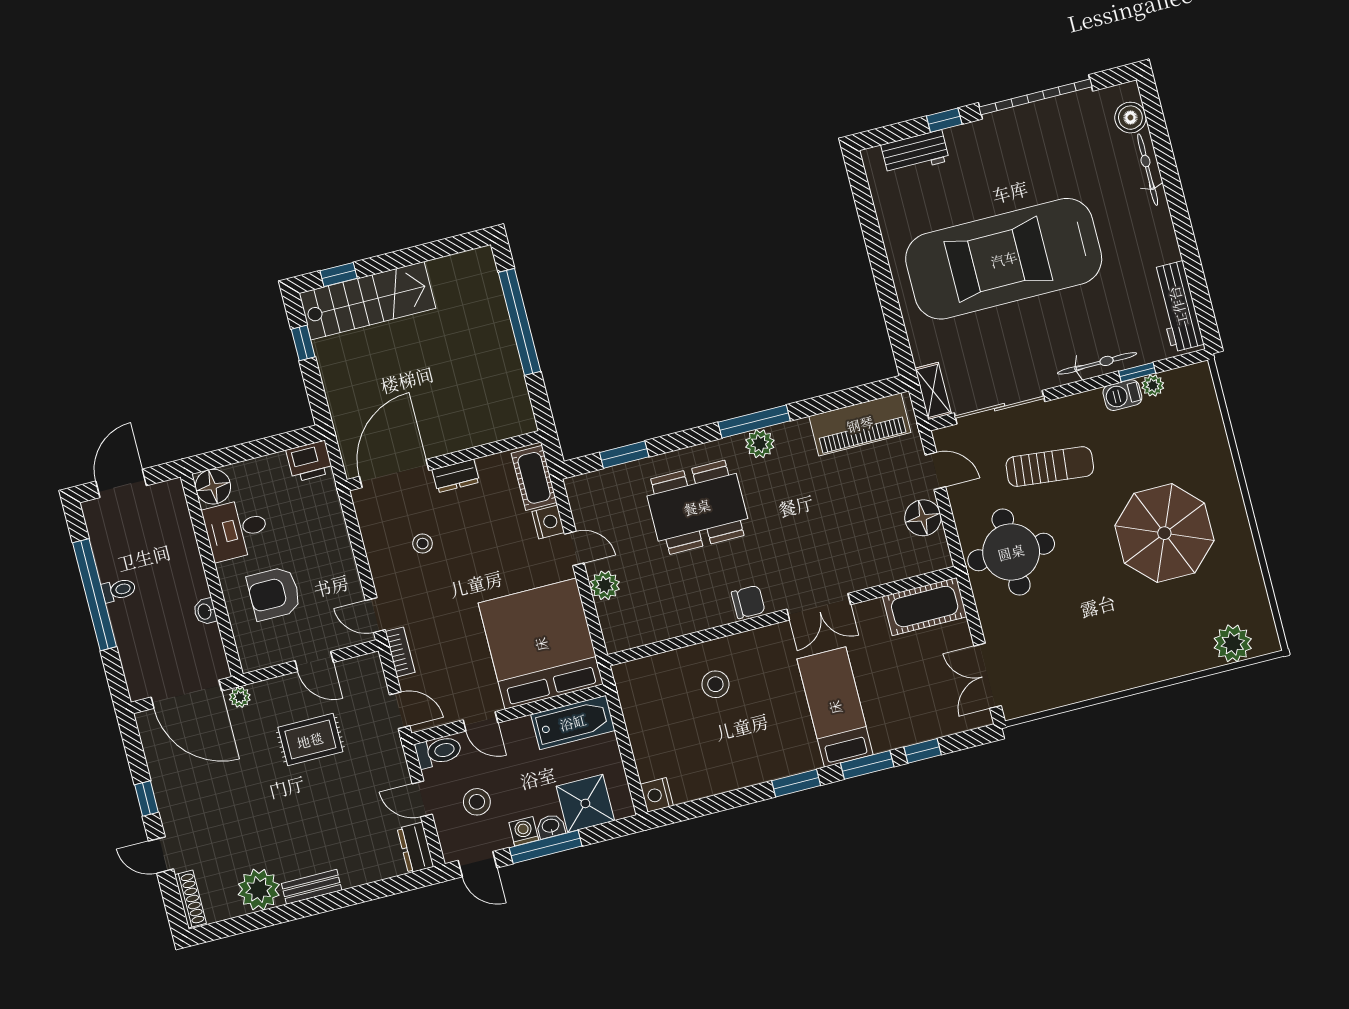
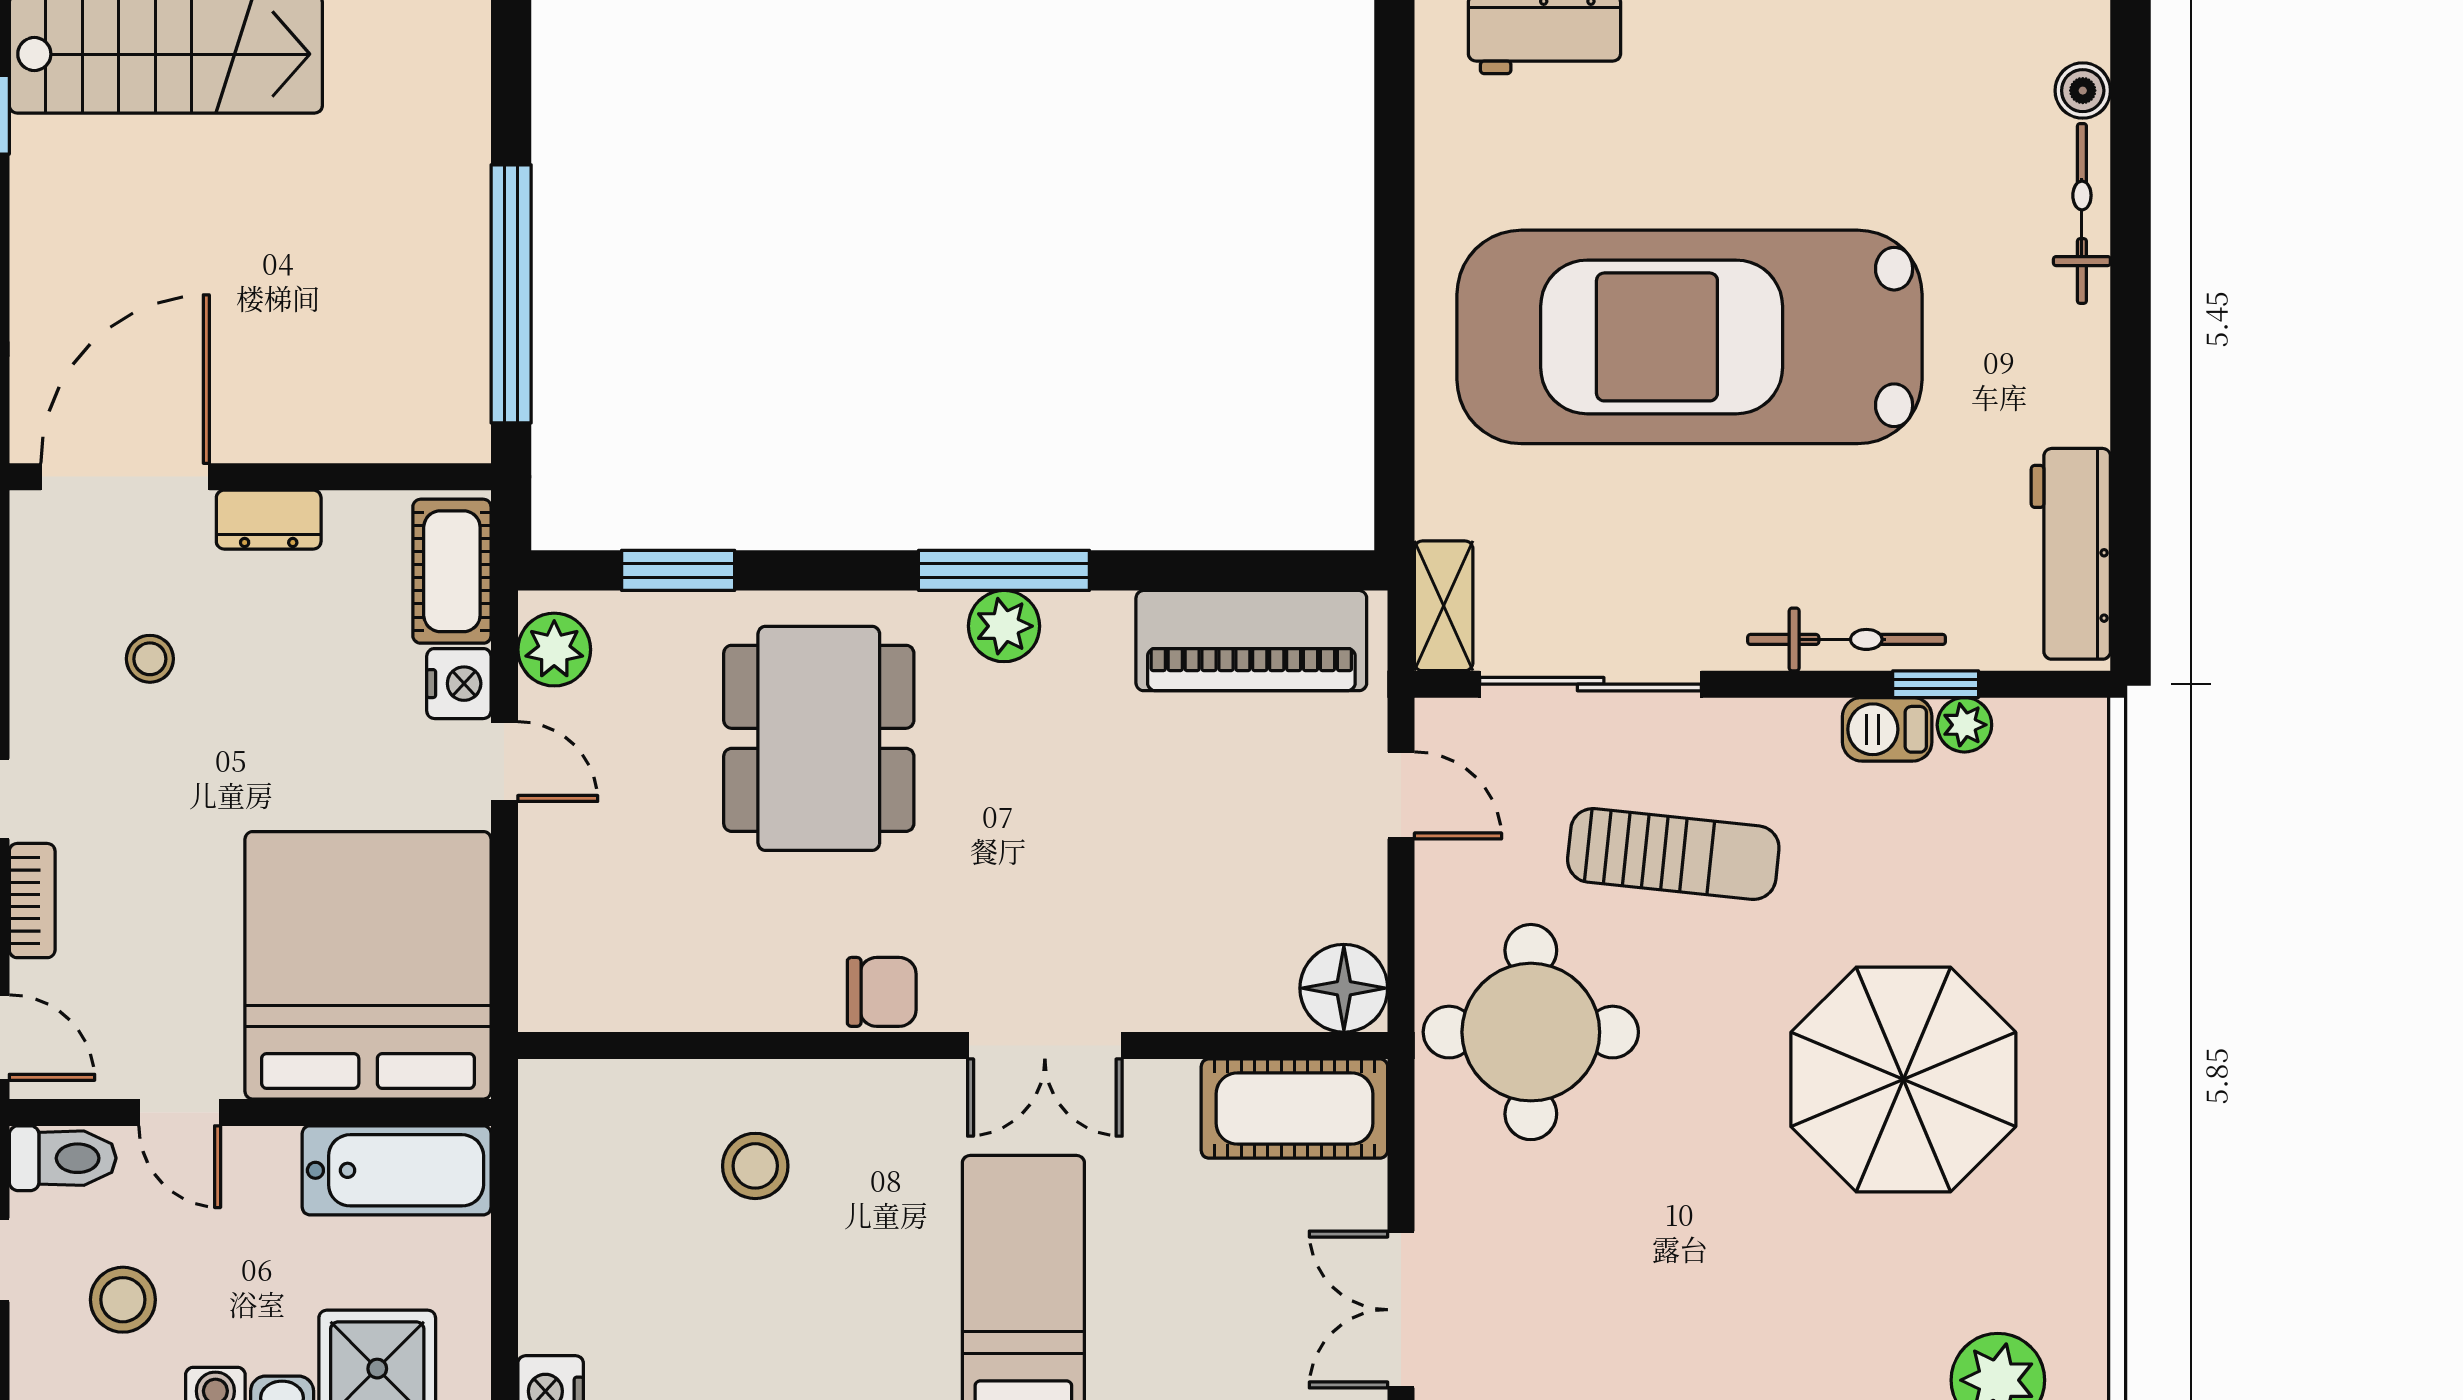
boiler: (1130, 118) -> (2083, 91), width x0.73, depth x0.73
window: (519, 322) -> (511, 294), moved
dining table: (697, 507) -> (819, 738), turned 90
floor lamp: (923, 518) -> (1344, 988), moved
plant: (605, 585) -> (554, 650), moved

